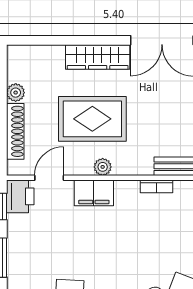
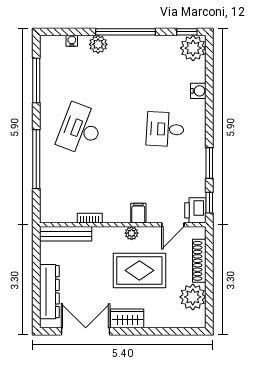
wardrobe: (98, 57) -> (127, 318), width x0.67
plant: (16, 93) -> (193, 297), width x1.88, depth x1.88
filing cabinet: (94, 193) -> (138, 213), width x0.50

